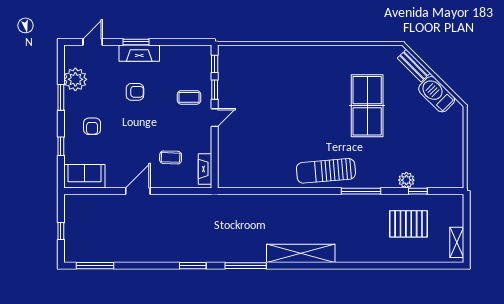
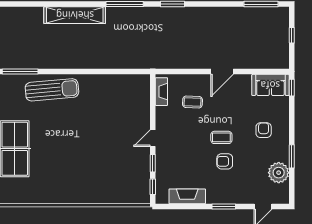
fireplace: (139, 53) -> (187, 196), moved
coffee table: (189, 97) -> (221, 137), moved
window: (61, 146) -> (292, 88), moved

